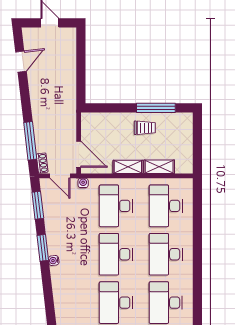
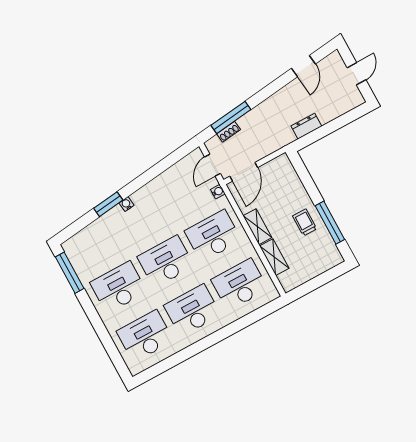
door: (21, 62) -> (303, 66), hinge flipped
dresser: (70, 85) -> (306, 126), added
trolley: (145, 128) -> (305, 222), turned 180
shoe rack: (42, 163) -> (229, 132), moved
window: (38, 205) -> (172, 159), removed
window: (43, 248) -> (108, 204), moved

